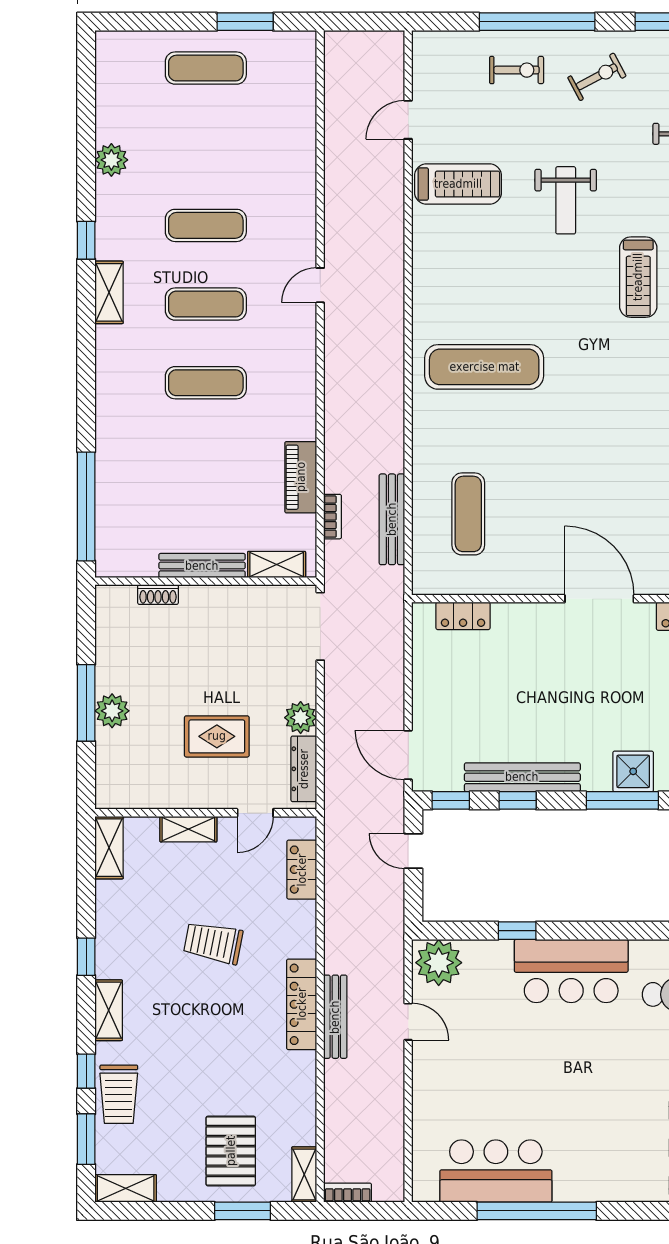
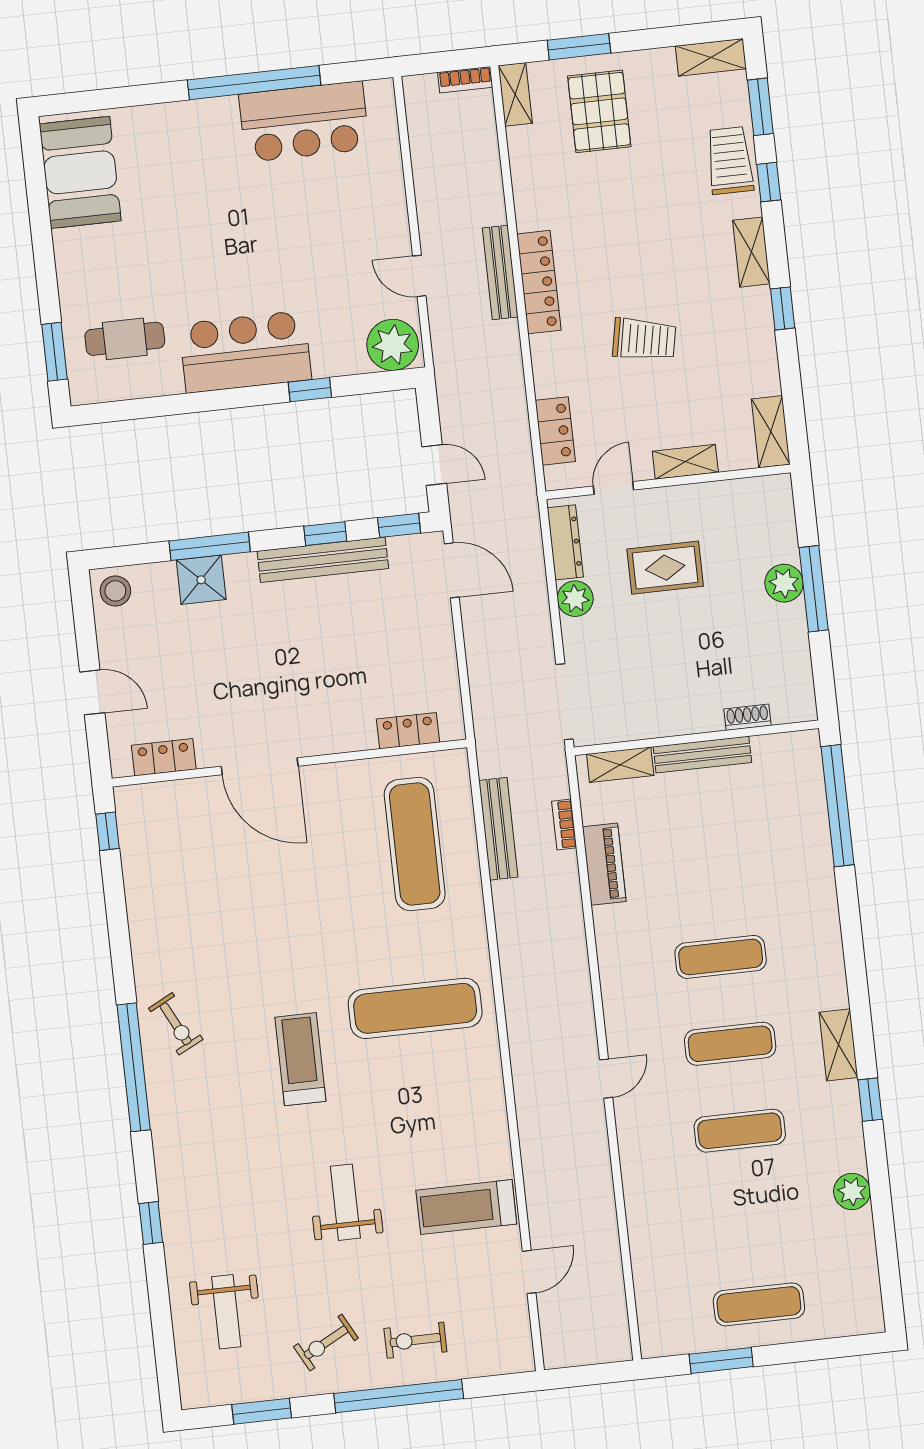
treadmill: (638, 277) -> (300, 1059), moved
exercise mat: (468, 514) -> (415, 844), width x1.36, depth x1.45

